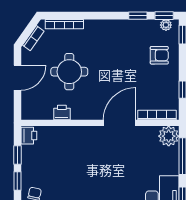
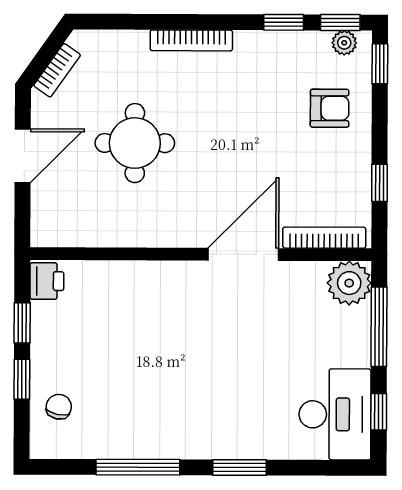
bookcase: (64, 24) -> (191, 40), moved
printer: (62, 113) -> (119, 232), removed

